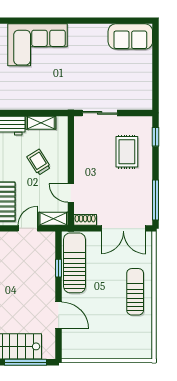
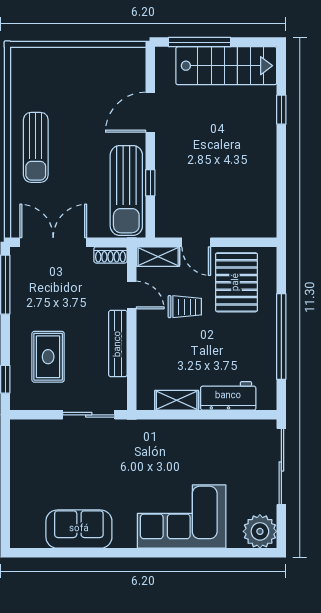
sofa: (130, 36) -> (79, 529), moved
bench: (80, 161) -> (118, 344), added
trolley: (39, 162) -> (185, 307), moved, turned -58
door: (28, 228) -> (196, 242), hinge flipped
door: (59, 315) -> (150, 112), hinge flipped

